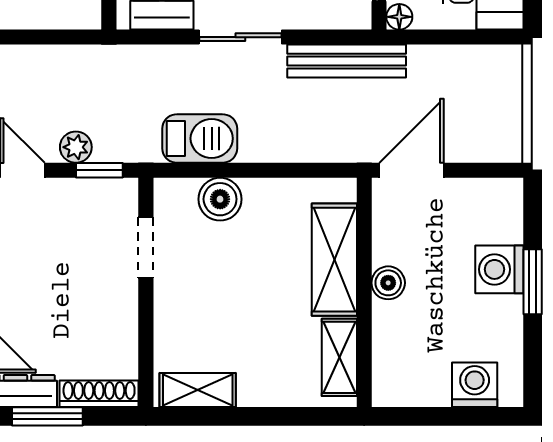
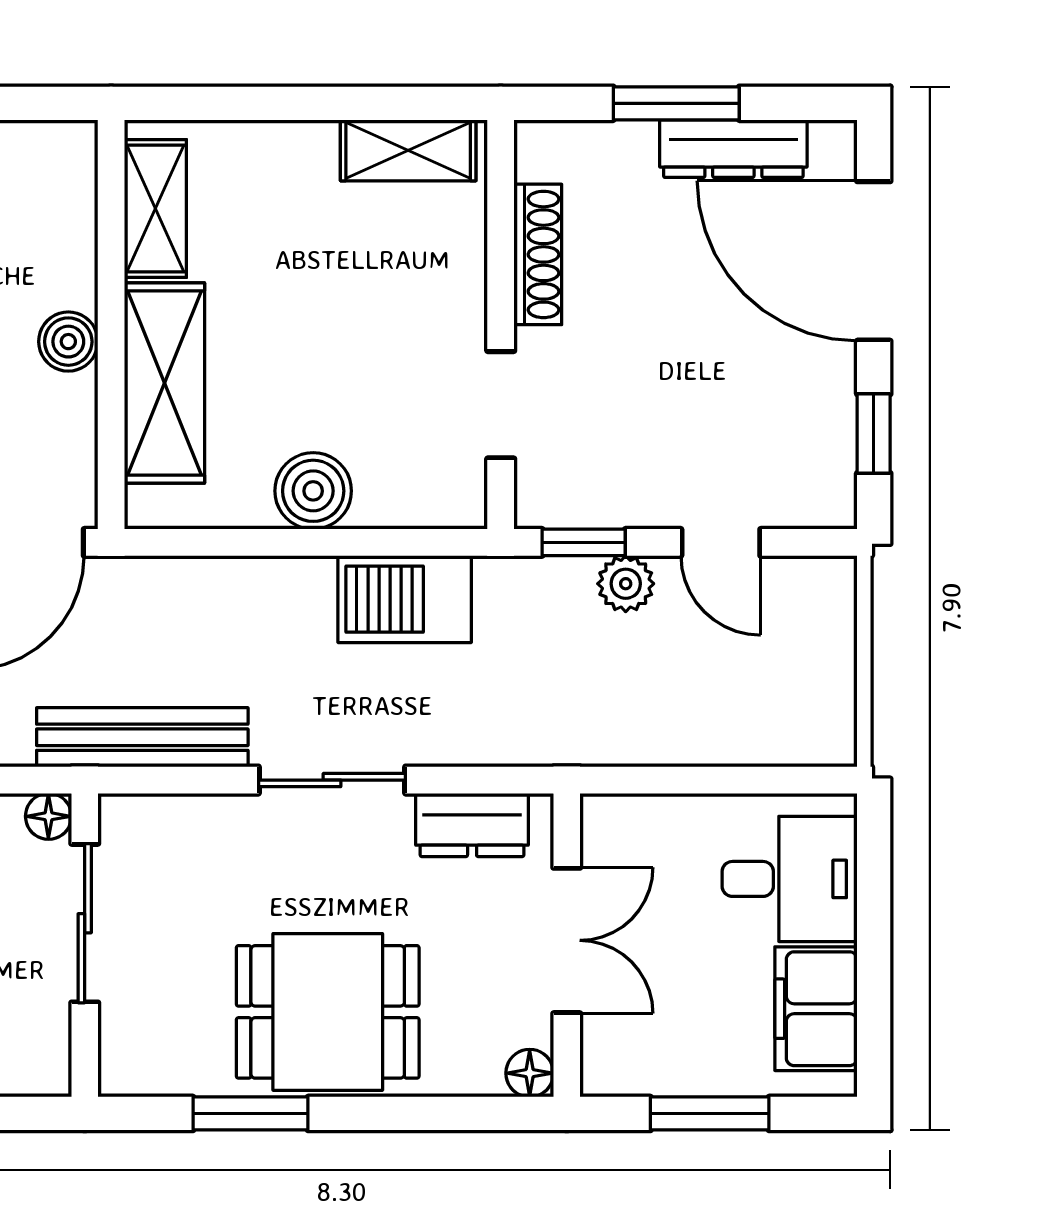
boiler: (220, 199) -> (313, 491), moved
shoe rack: (99, 394) -> (538, 254), moved, turned -90

